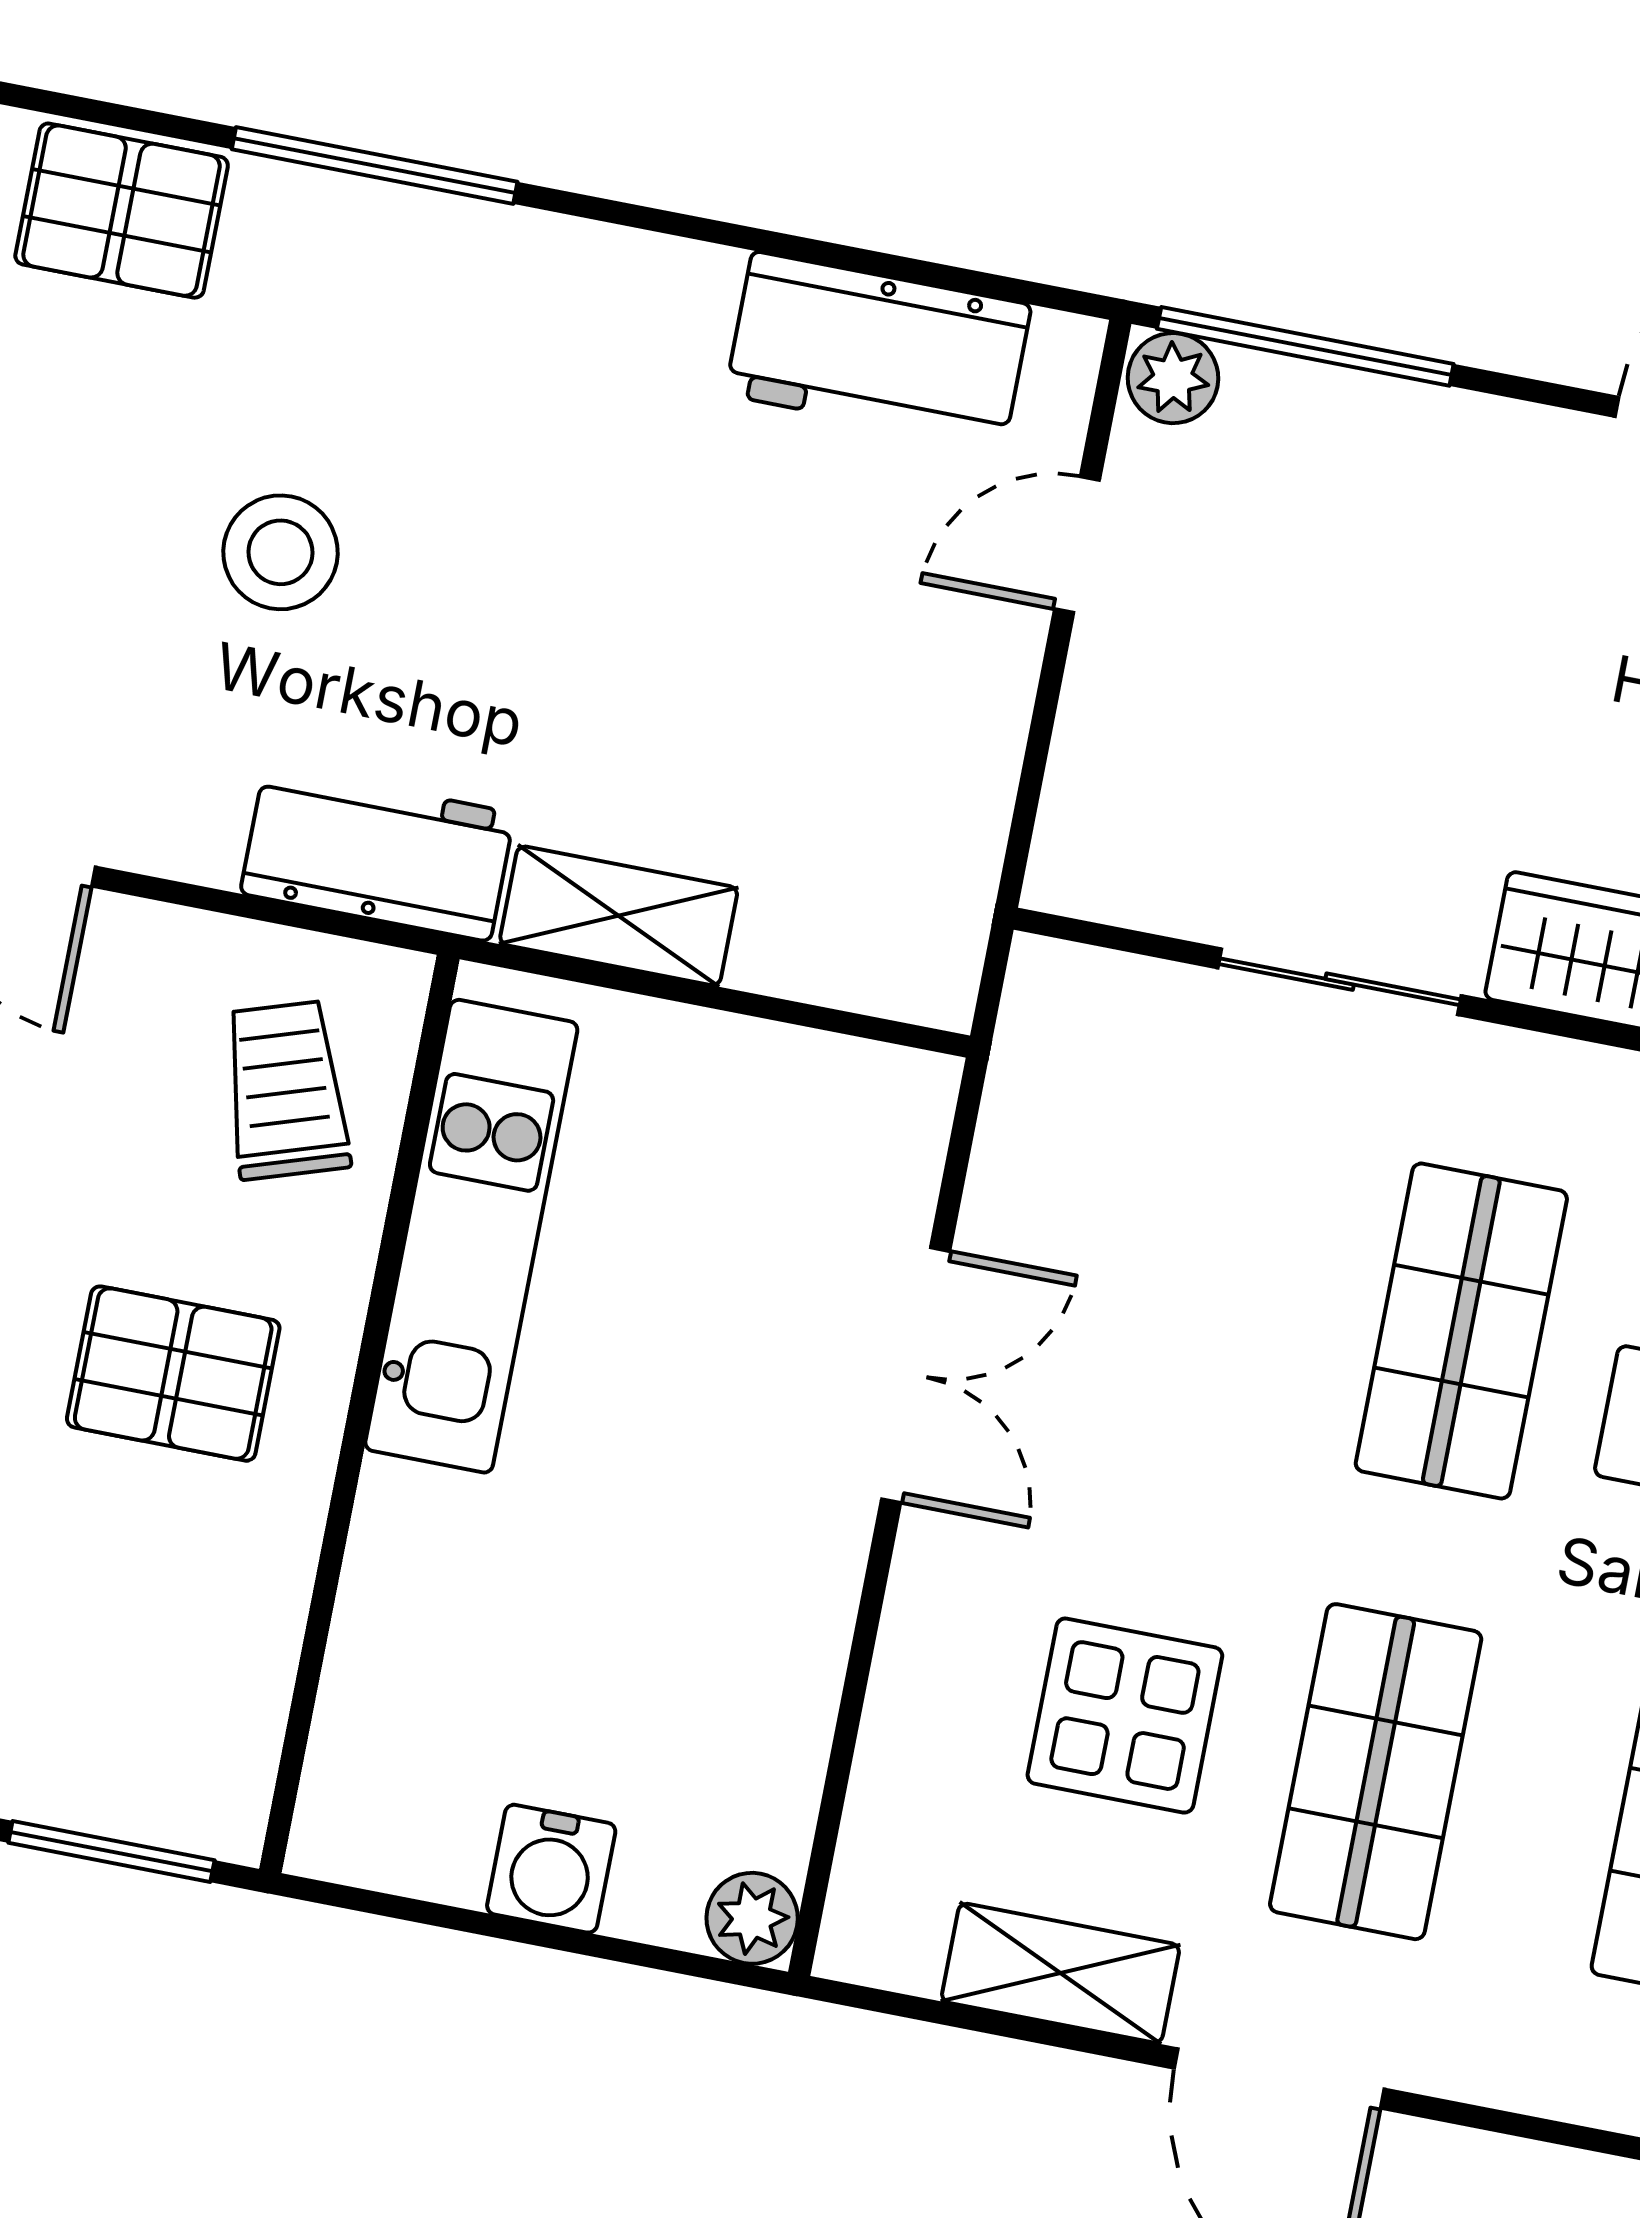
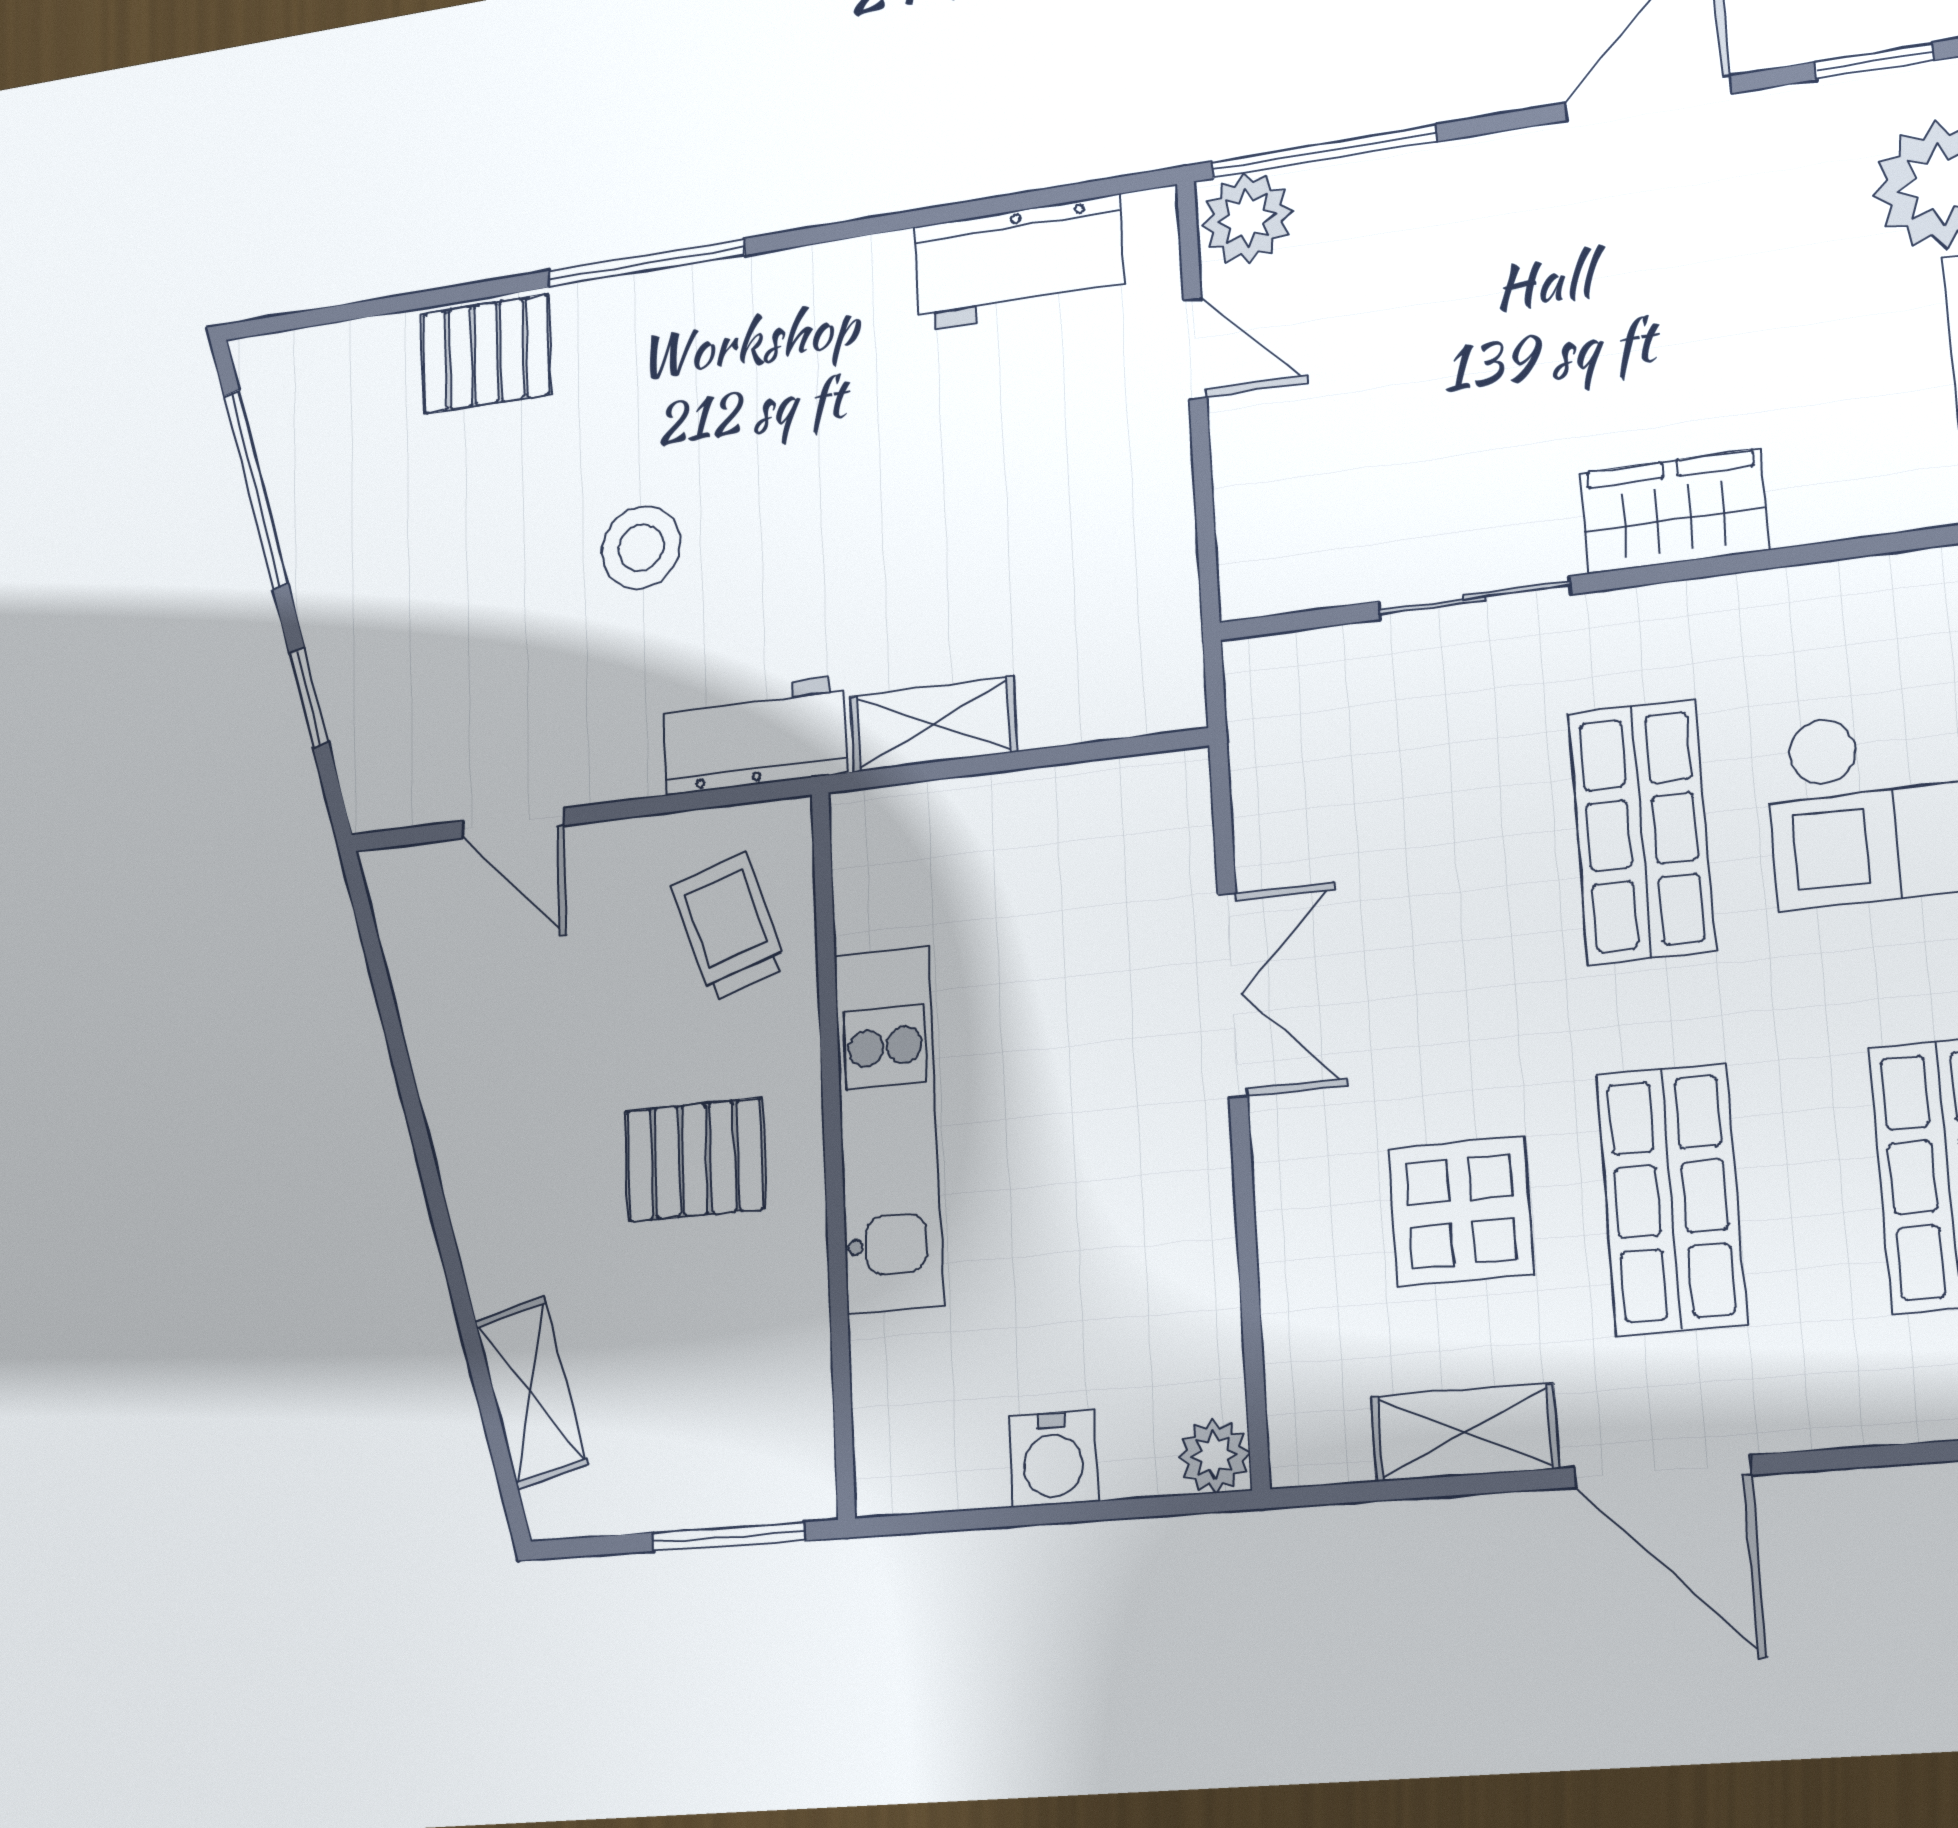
plant: (1173, 378) -> (1247, 218), width x1.38, depth x1.38
door: (1077, 545) -> (1195, 349), swing flipped
kitchen unit: (471, 1236) -> (888, 1129), moved

